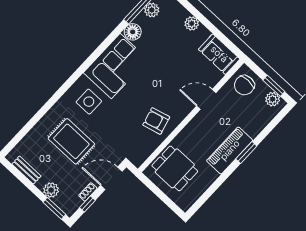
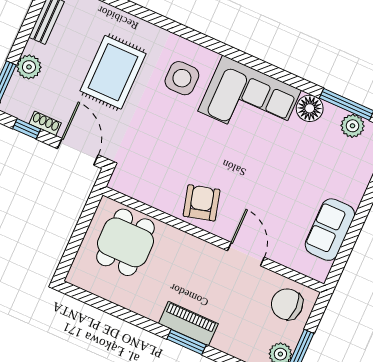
plant: (192, 23) -> (353, 193), removed
sofa: (219, 54) -> (330, 230), moved
armchair: (156, 121) -> (202, 203), moved
piano: (230, 150) -> (188, 324), width x0.73, depth x0.75

